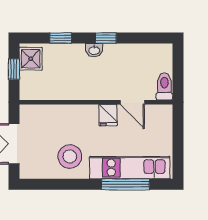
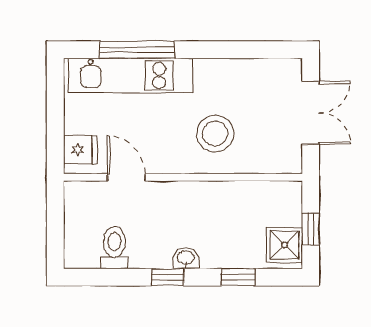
toilet: (164, 86) -> (114, 248), moved, turned 180
fridge: (108, 115) -> (80, 150), moved, turned 90
stool: (70, 157) -> (215, 134), moved

